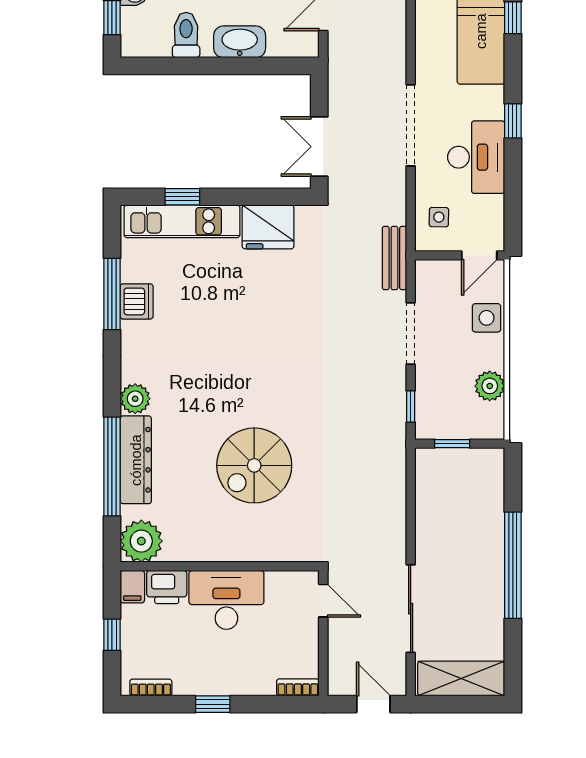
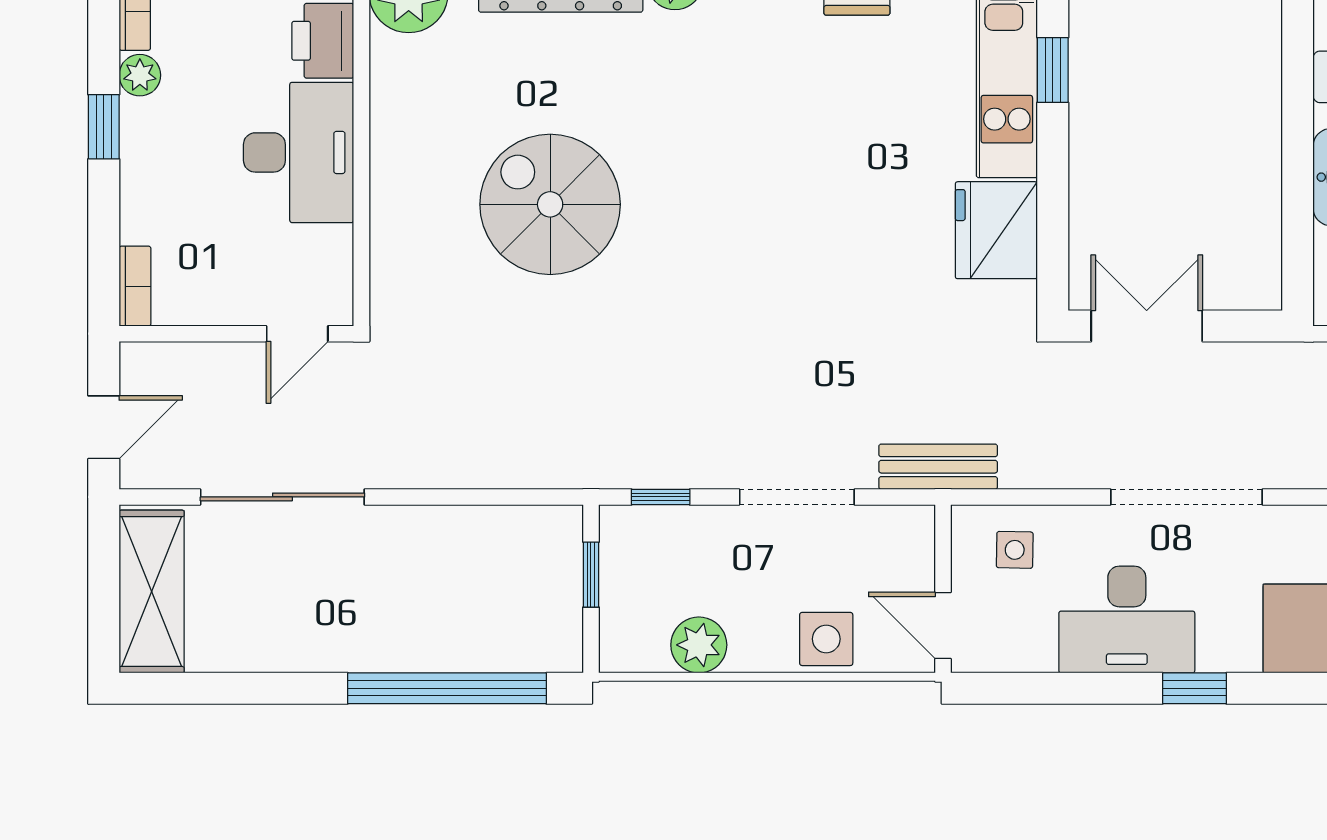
window: (513, 565) -> (447, 688), moved
plant: (185, 685) -> (140, 75), added

